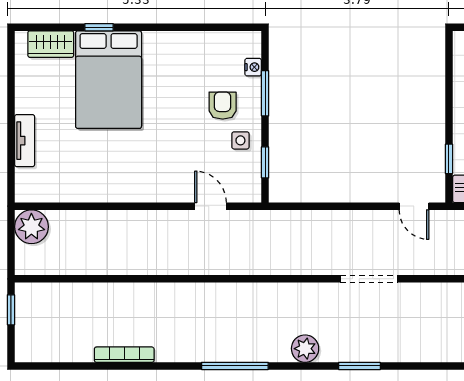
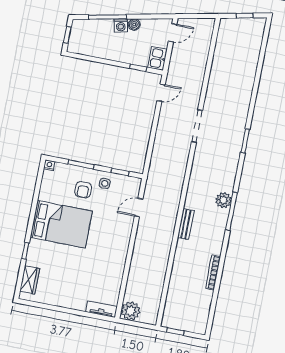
nightstand: (253, 67) -> (49, 165), moved
bed: (109, 80) -> (61, 224), moved
armchair: (223, 106) -> (83, 190), turned -90
tv unit: (25, 141) -> (101, 309), moved
bench: (198, 292) -> (186, 224), added
plant: (305, 349) -> (223, 200), moved

